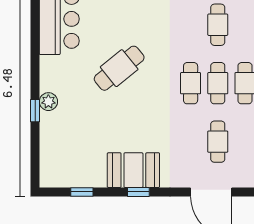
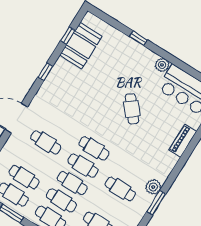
cafe table: (119, 68) -> (132, 109), width x0.73, depth x0.74
plant: (48, 102) -> (162, 65), moved
booth: (133, 170) -> (81, 46), moved

